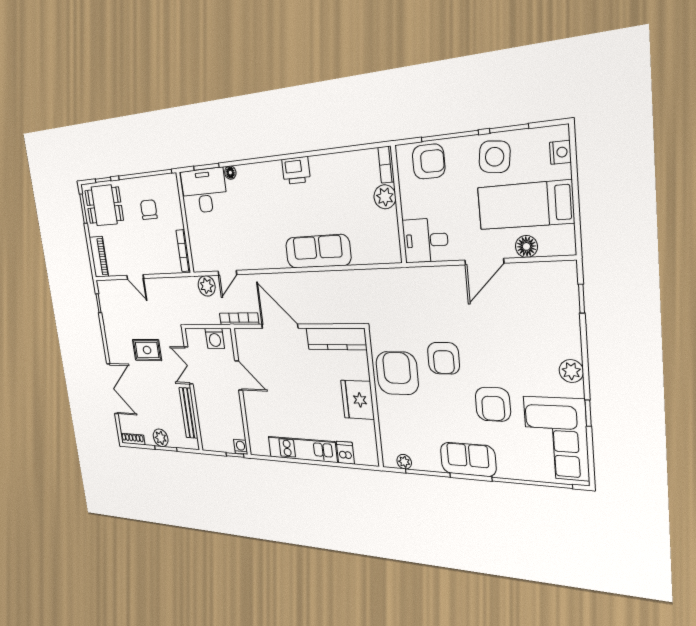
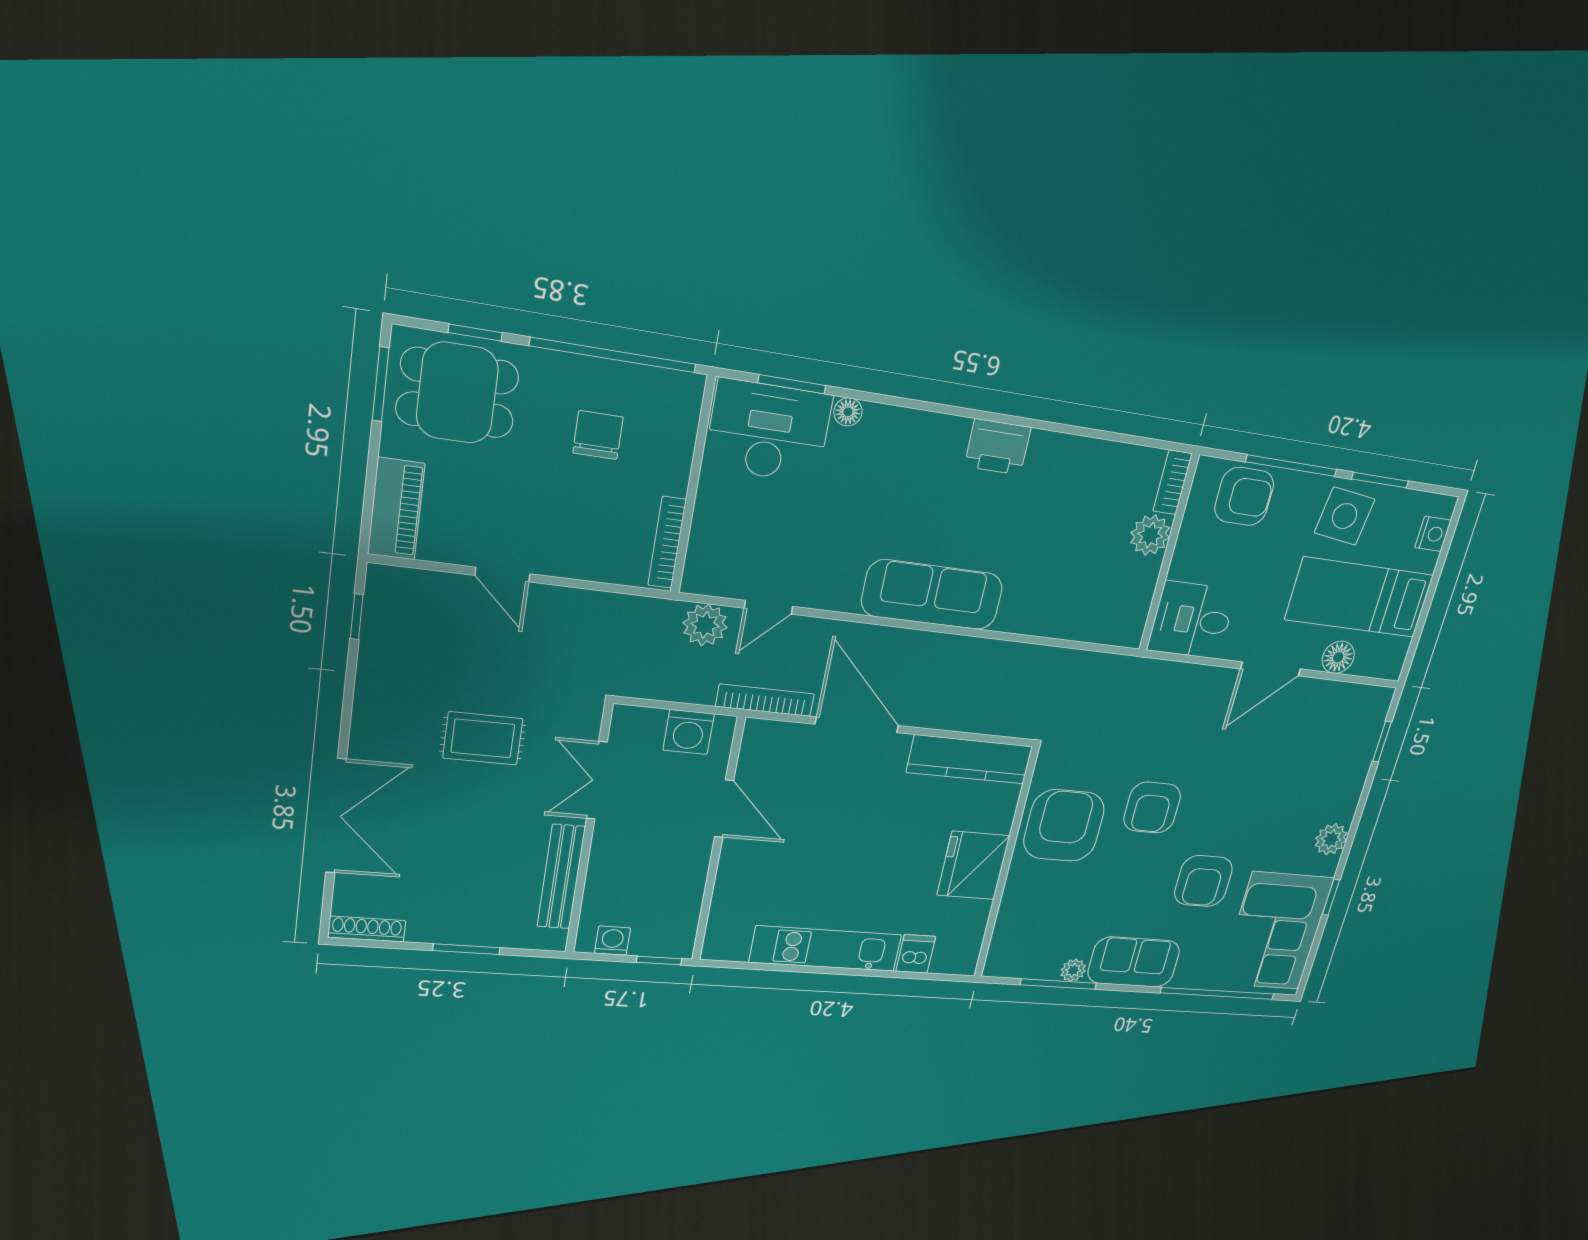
sofa: (318, 251) -> (932, 595), moved
plant: (161, 438) -> (458, 927), removed
washing machine: (241, 447) -> (612, 941), moved
plant: (404, 462) -> (1073, 970), moved

